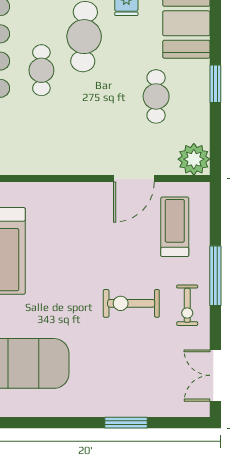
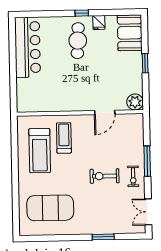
cafe table: (41, 70) -> (56, 58), removed
cafe table: (156, 96) -> (115, 70), removed
treadmill: (175, 227) -> (64, 138), moved

